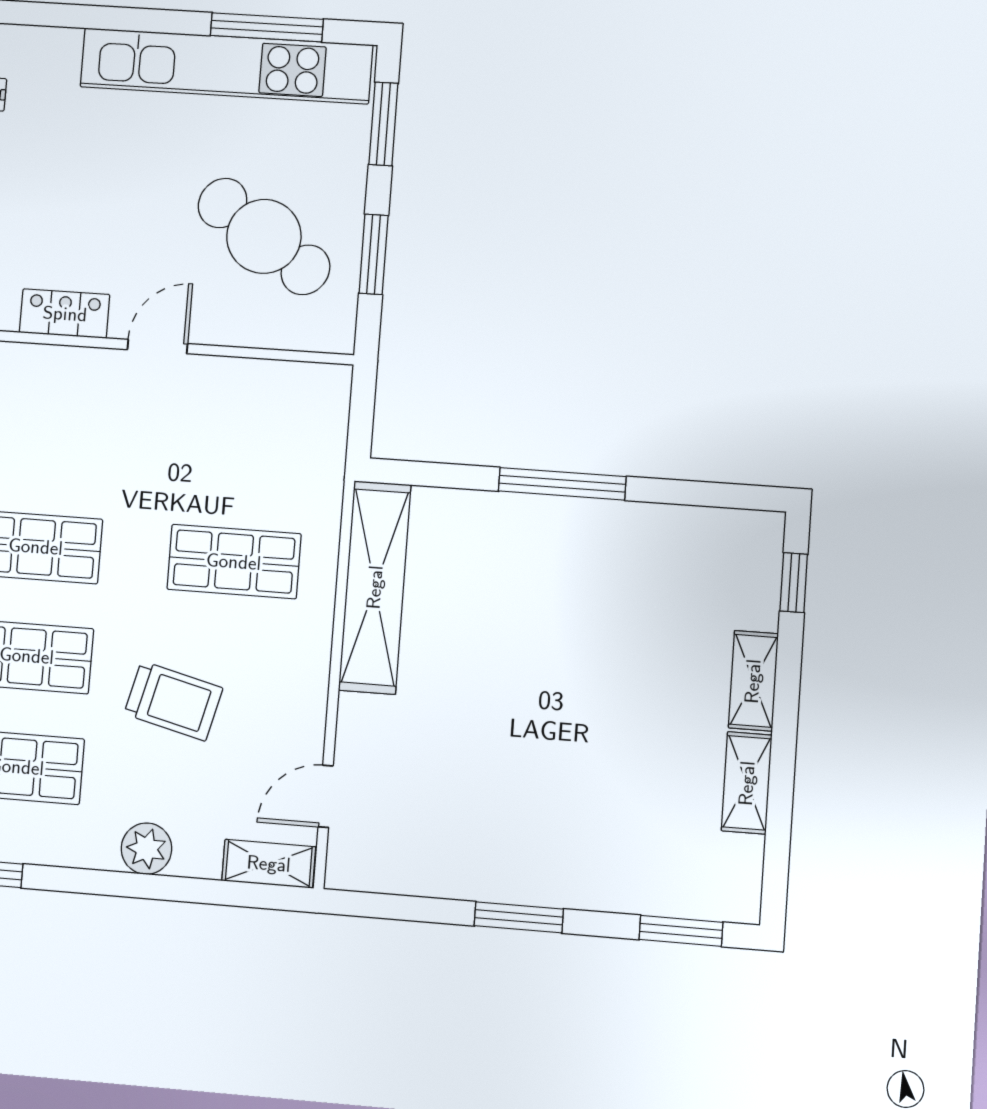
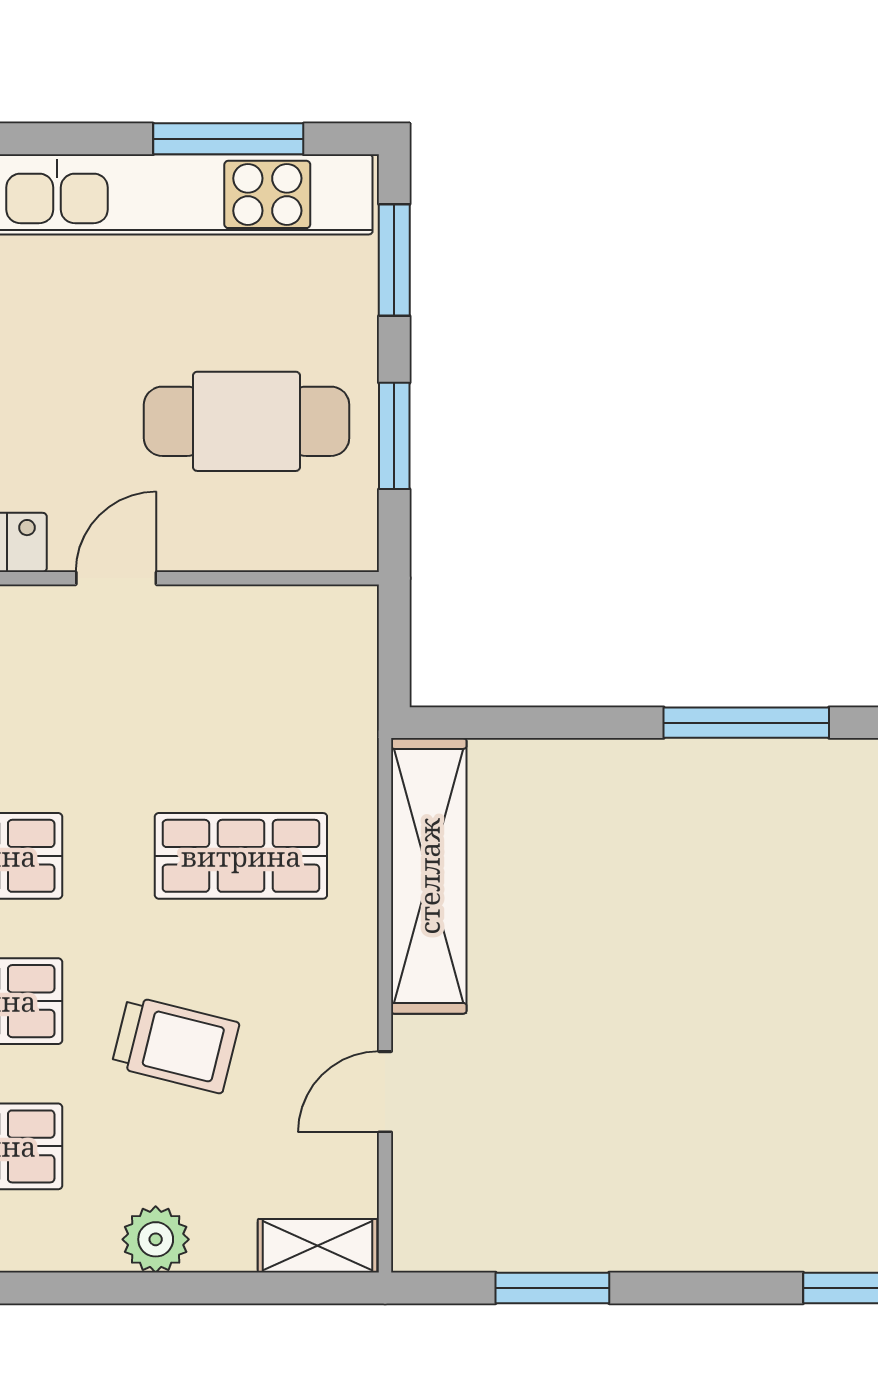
cafe table: (264, 236) -> (247, 421), turned -35
window: (562, 484) -> (746, 723), moved
door: (326, 796) -> (385, 1092), moved
window: (519, 917) -> (552, 1288), moved

